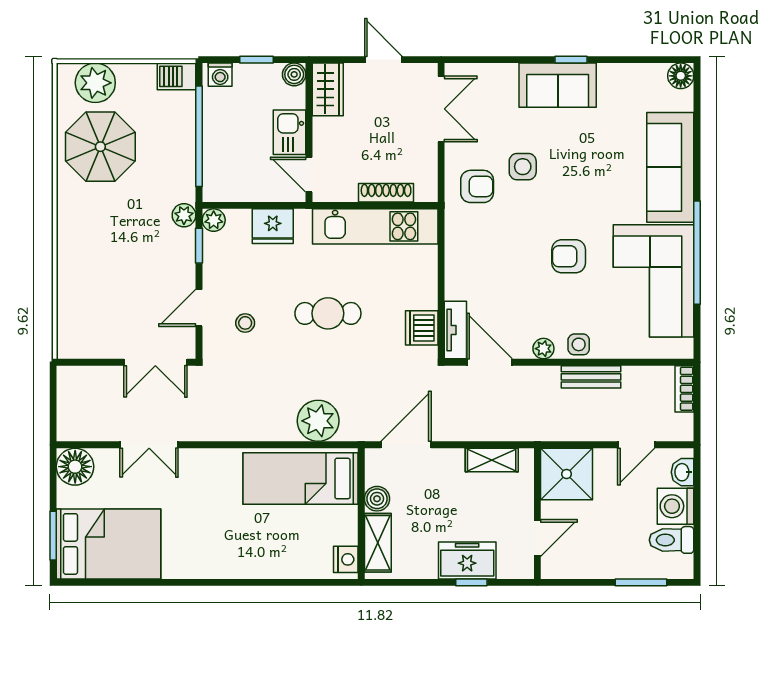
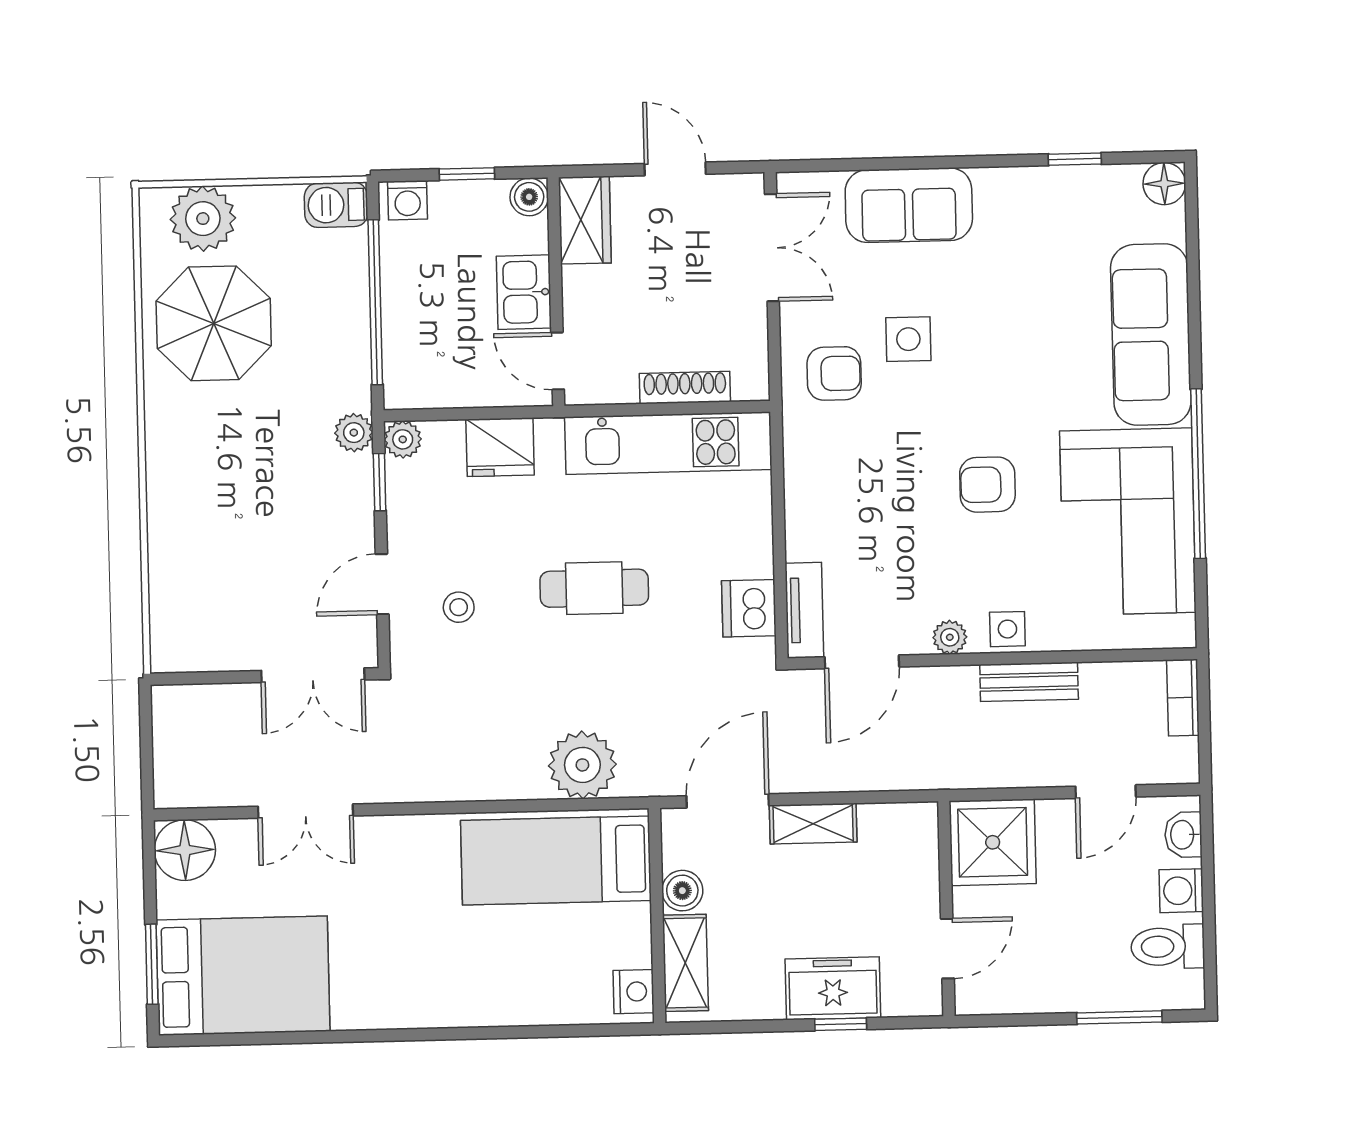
window: (571, 60) -> (1075, 159), moved
sofa: (558, 85) -> (909, 205), moved
door: (490, 362) -> (862, 662), swing flipped
shelving: (492, 460) -> (813, 824), moved
washing machine: (676, 506) -> (1181, 891), width x0.73, depth x0.73

